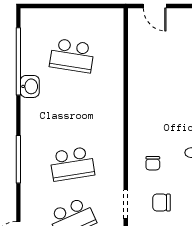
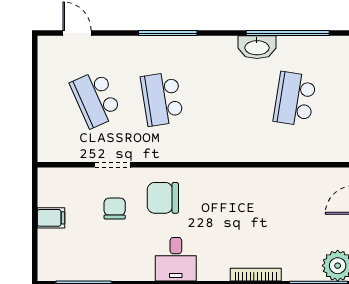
washbasin: (30, 86) -> (257, 47), width x1.38
chair: (153, 163) -> (163, 198), width x1.87, depth x1.87

